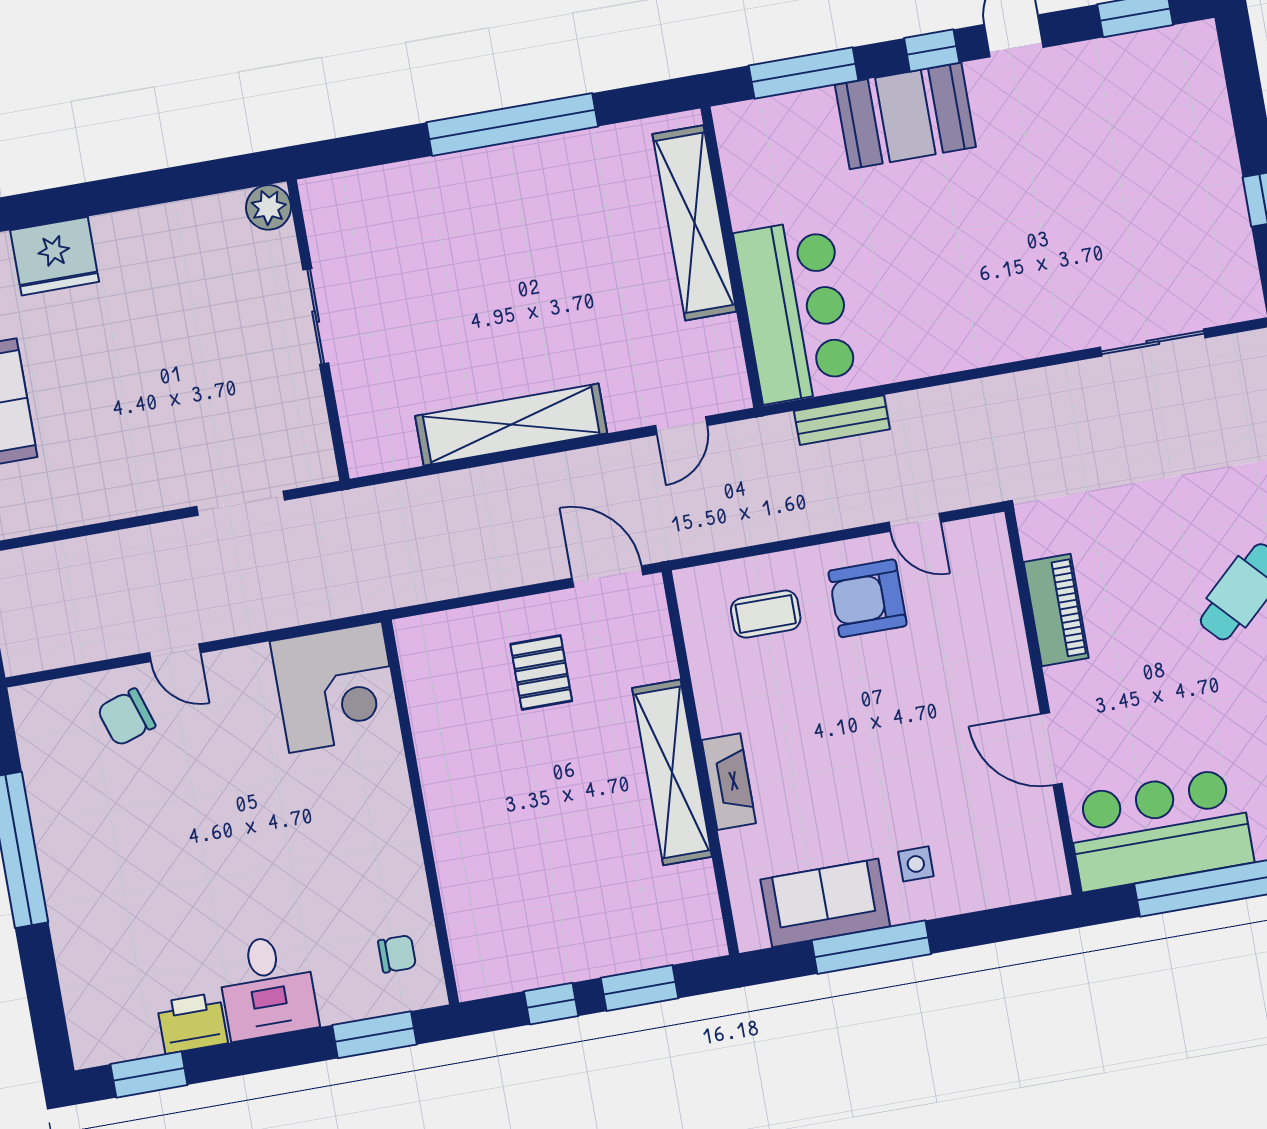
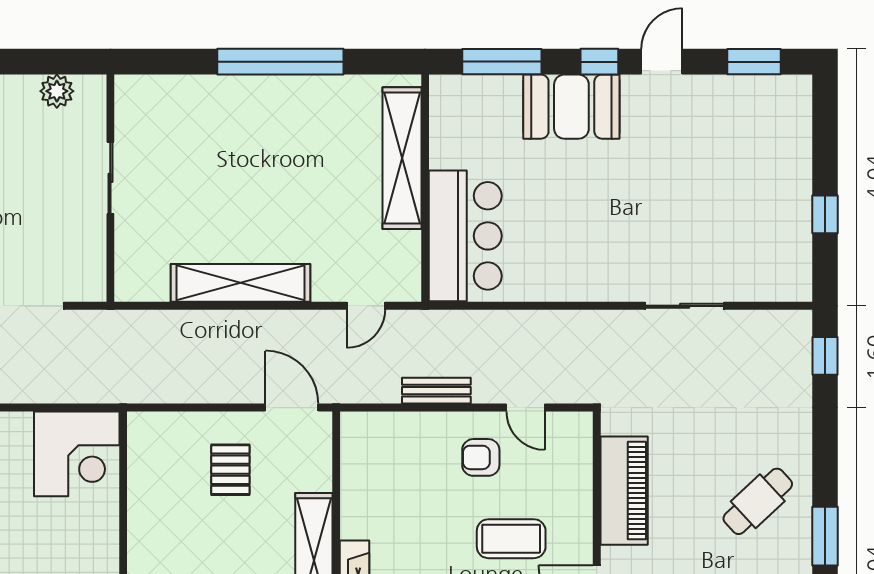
plant: (269, 207) -> (57, 91), moved
sliding door: (1153, 342) -> (685, 306), moved
bench: (842, 420) -> (436, 391), moved
armchair: (868, 598) -> (481, 457), width x0.72, depth x0.72
piano: (1056, 610) -> (624, 491), width x1.37, depth x1.33
coffee table: (766, 614) -> (511, 539), moved, width x1.36, depth x1.30

